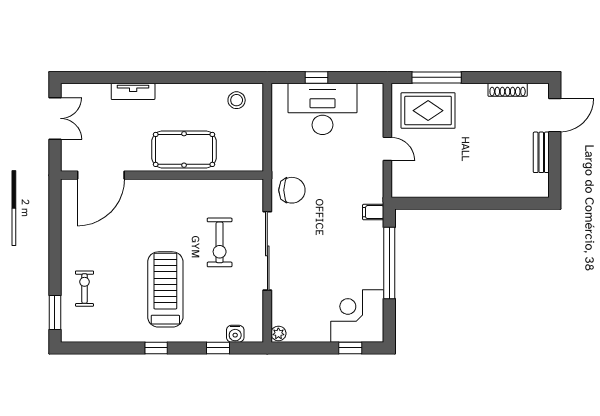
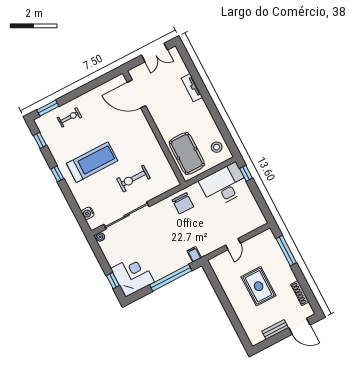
window: (316, 77) -> (246, 173), moved
desk: (322, 109) -> (224, 185), moved, turned -90
rug: (428, 111) -> (259, 286), moved
pool table: (184, 149) -> (187, 154), moved
sliding door: (267, 251) -> (126, 215), moved
window: (218, 348) -> (40, 140), moved

